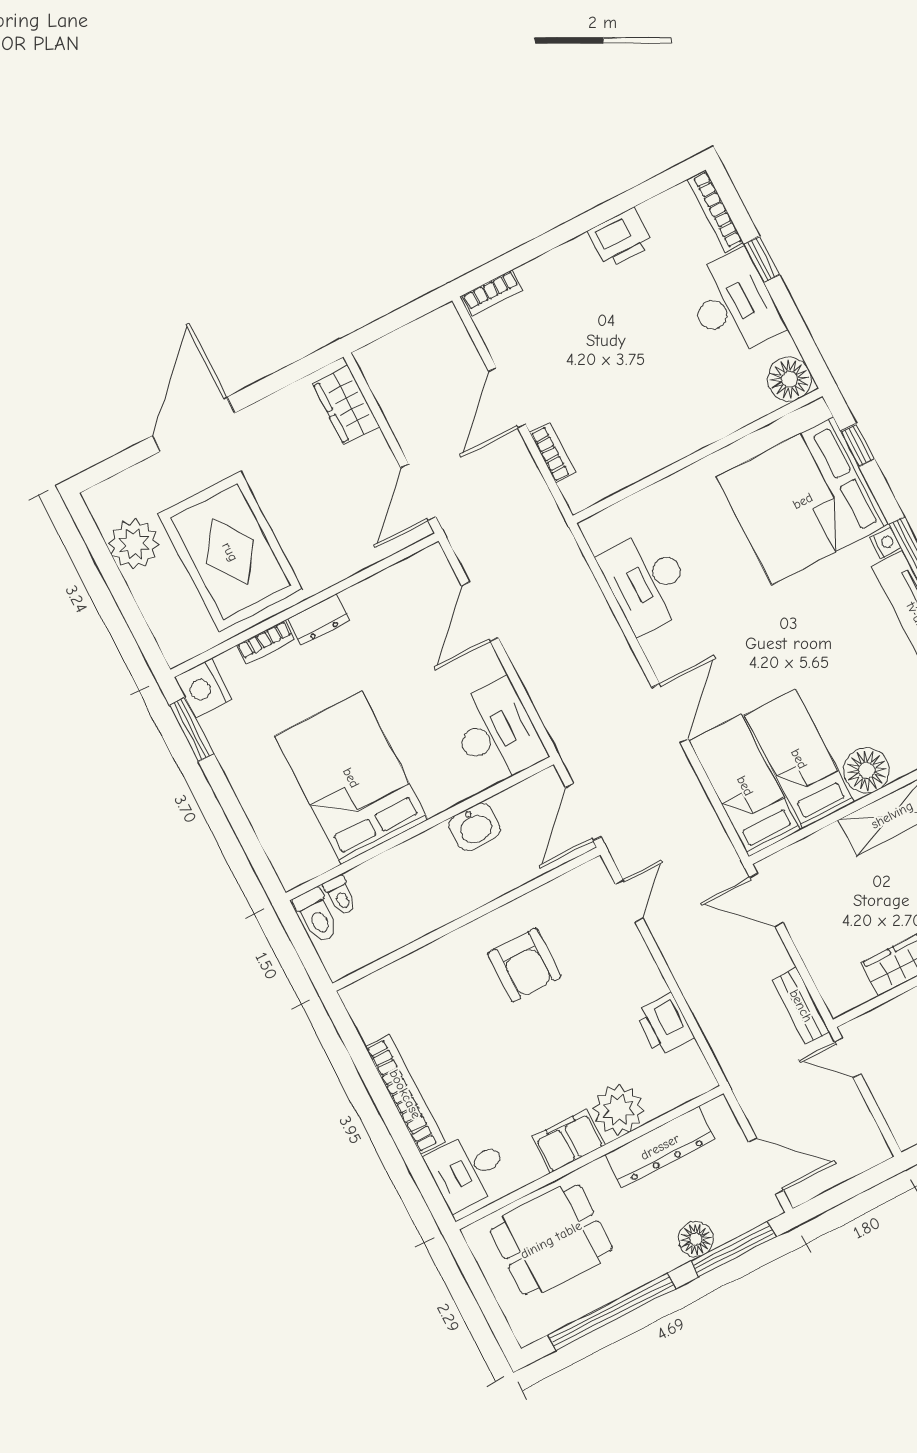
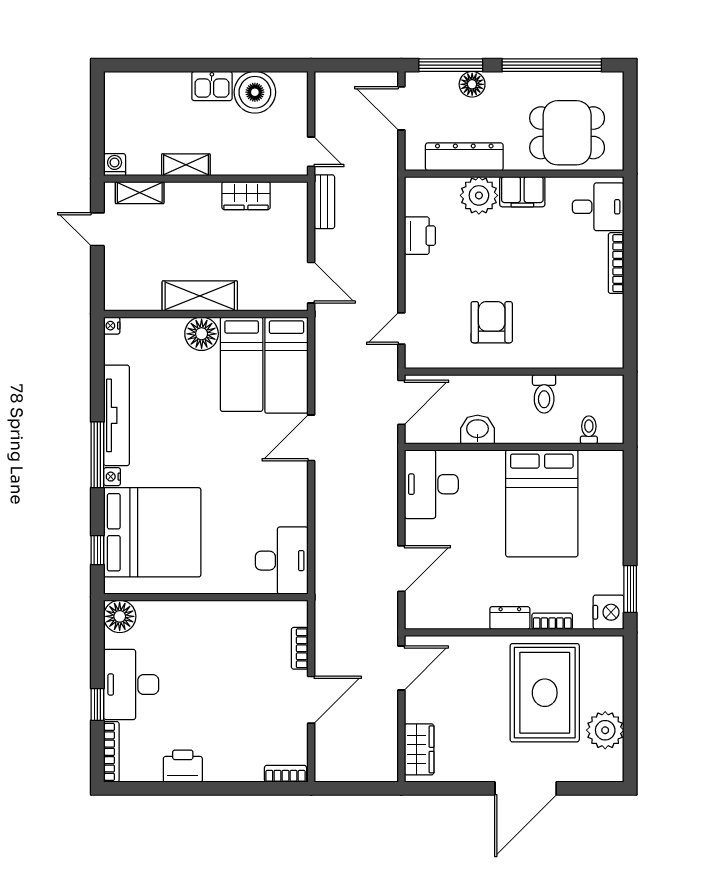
desk: (647, 581) -> (282, 561), moved
toilet: (317, 916) -> (544, 394), moved, turned 180
bookcase: (405, 1094) -> (616, 263), width x0.68, depth x0.76

